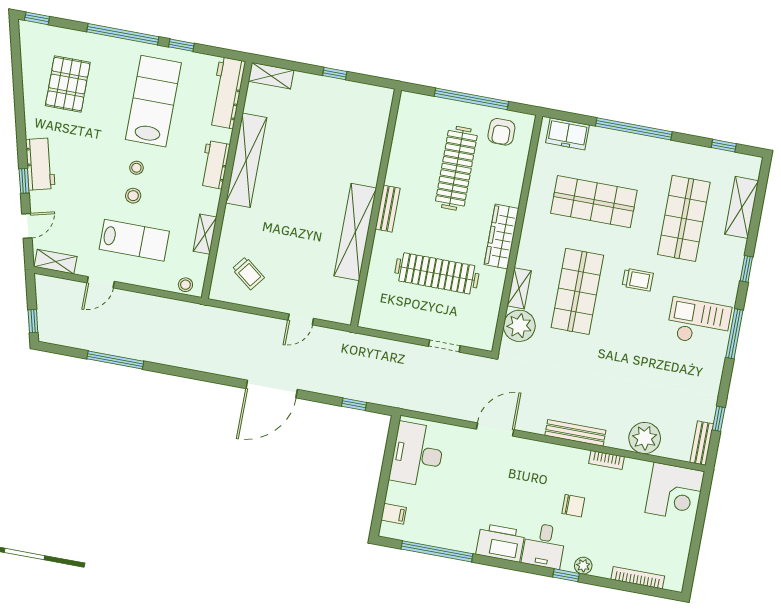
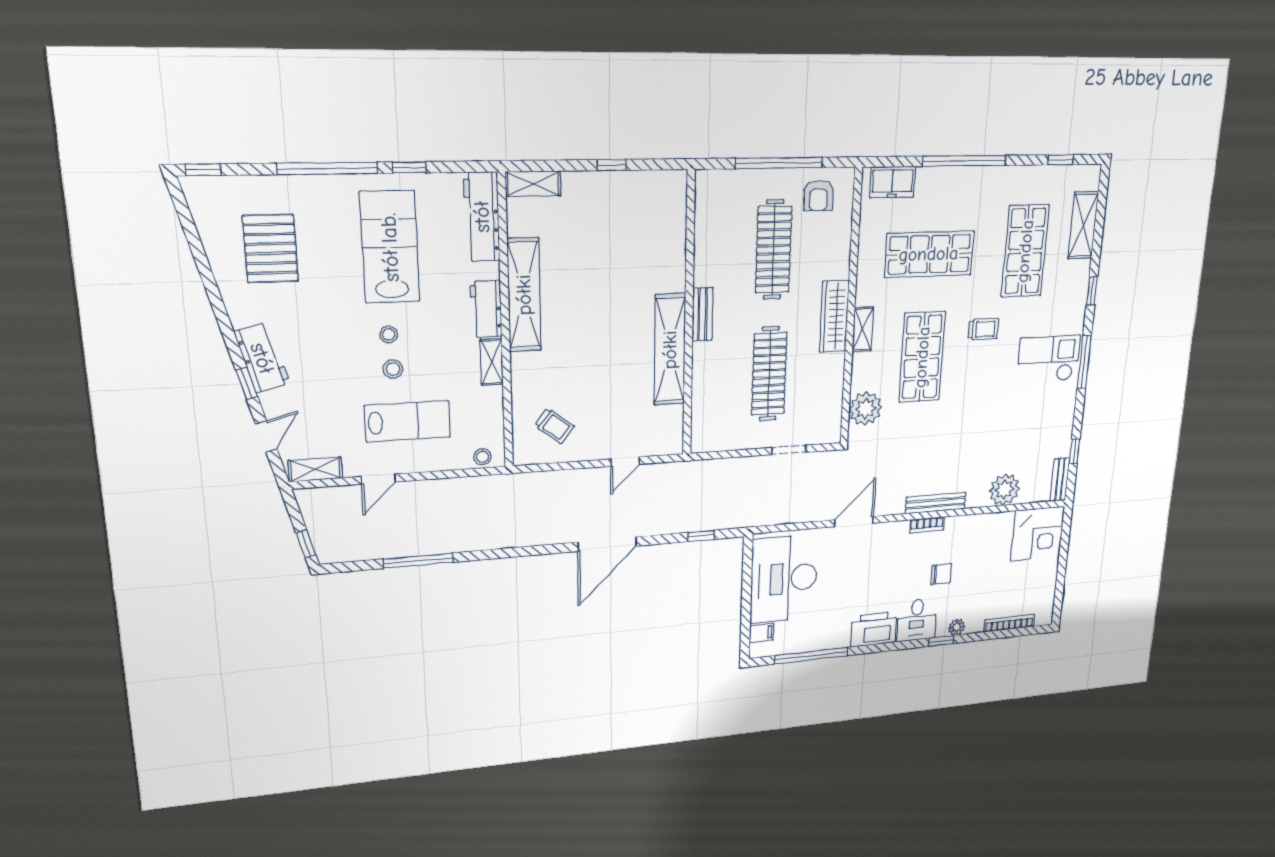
shelving: (205, 234) -> (492, 362), moved
clothes rail: (437, 273) -> (769, 374), turned 90
shelving: (519, 288) -> (863, 329), moved
desk: (417, 454) -> (784, 579), width x1.36, depth x1.30
bookcase: (606, 460) -> (927, 525), moved

